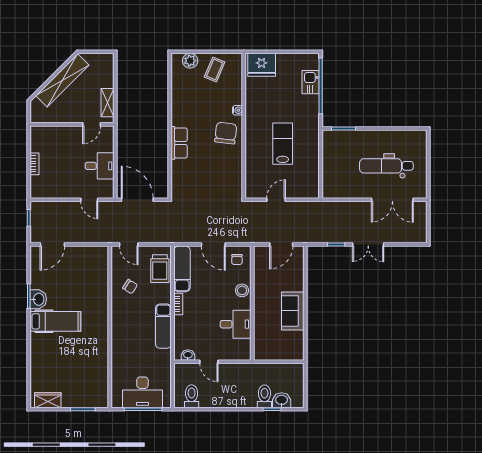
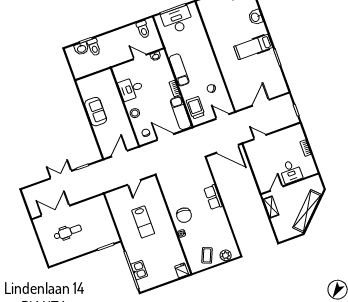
fridge: (262, 65) -> (182, 270), width x0.53, depth x0.75
desk: (100, 166) -> (291, 171), moved, turned -90
dental chair: (386, 166) -> (68, 232), width x0.73, depth x0.72
door: (52, 244) -> (261, 103), moved
washbasin: (38, 299) -> (256, 17), moved

